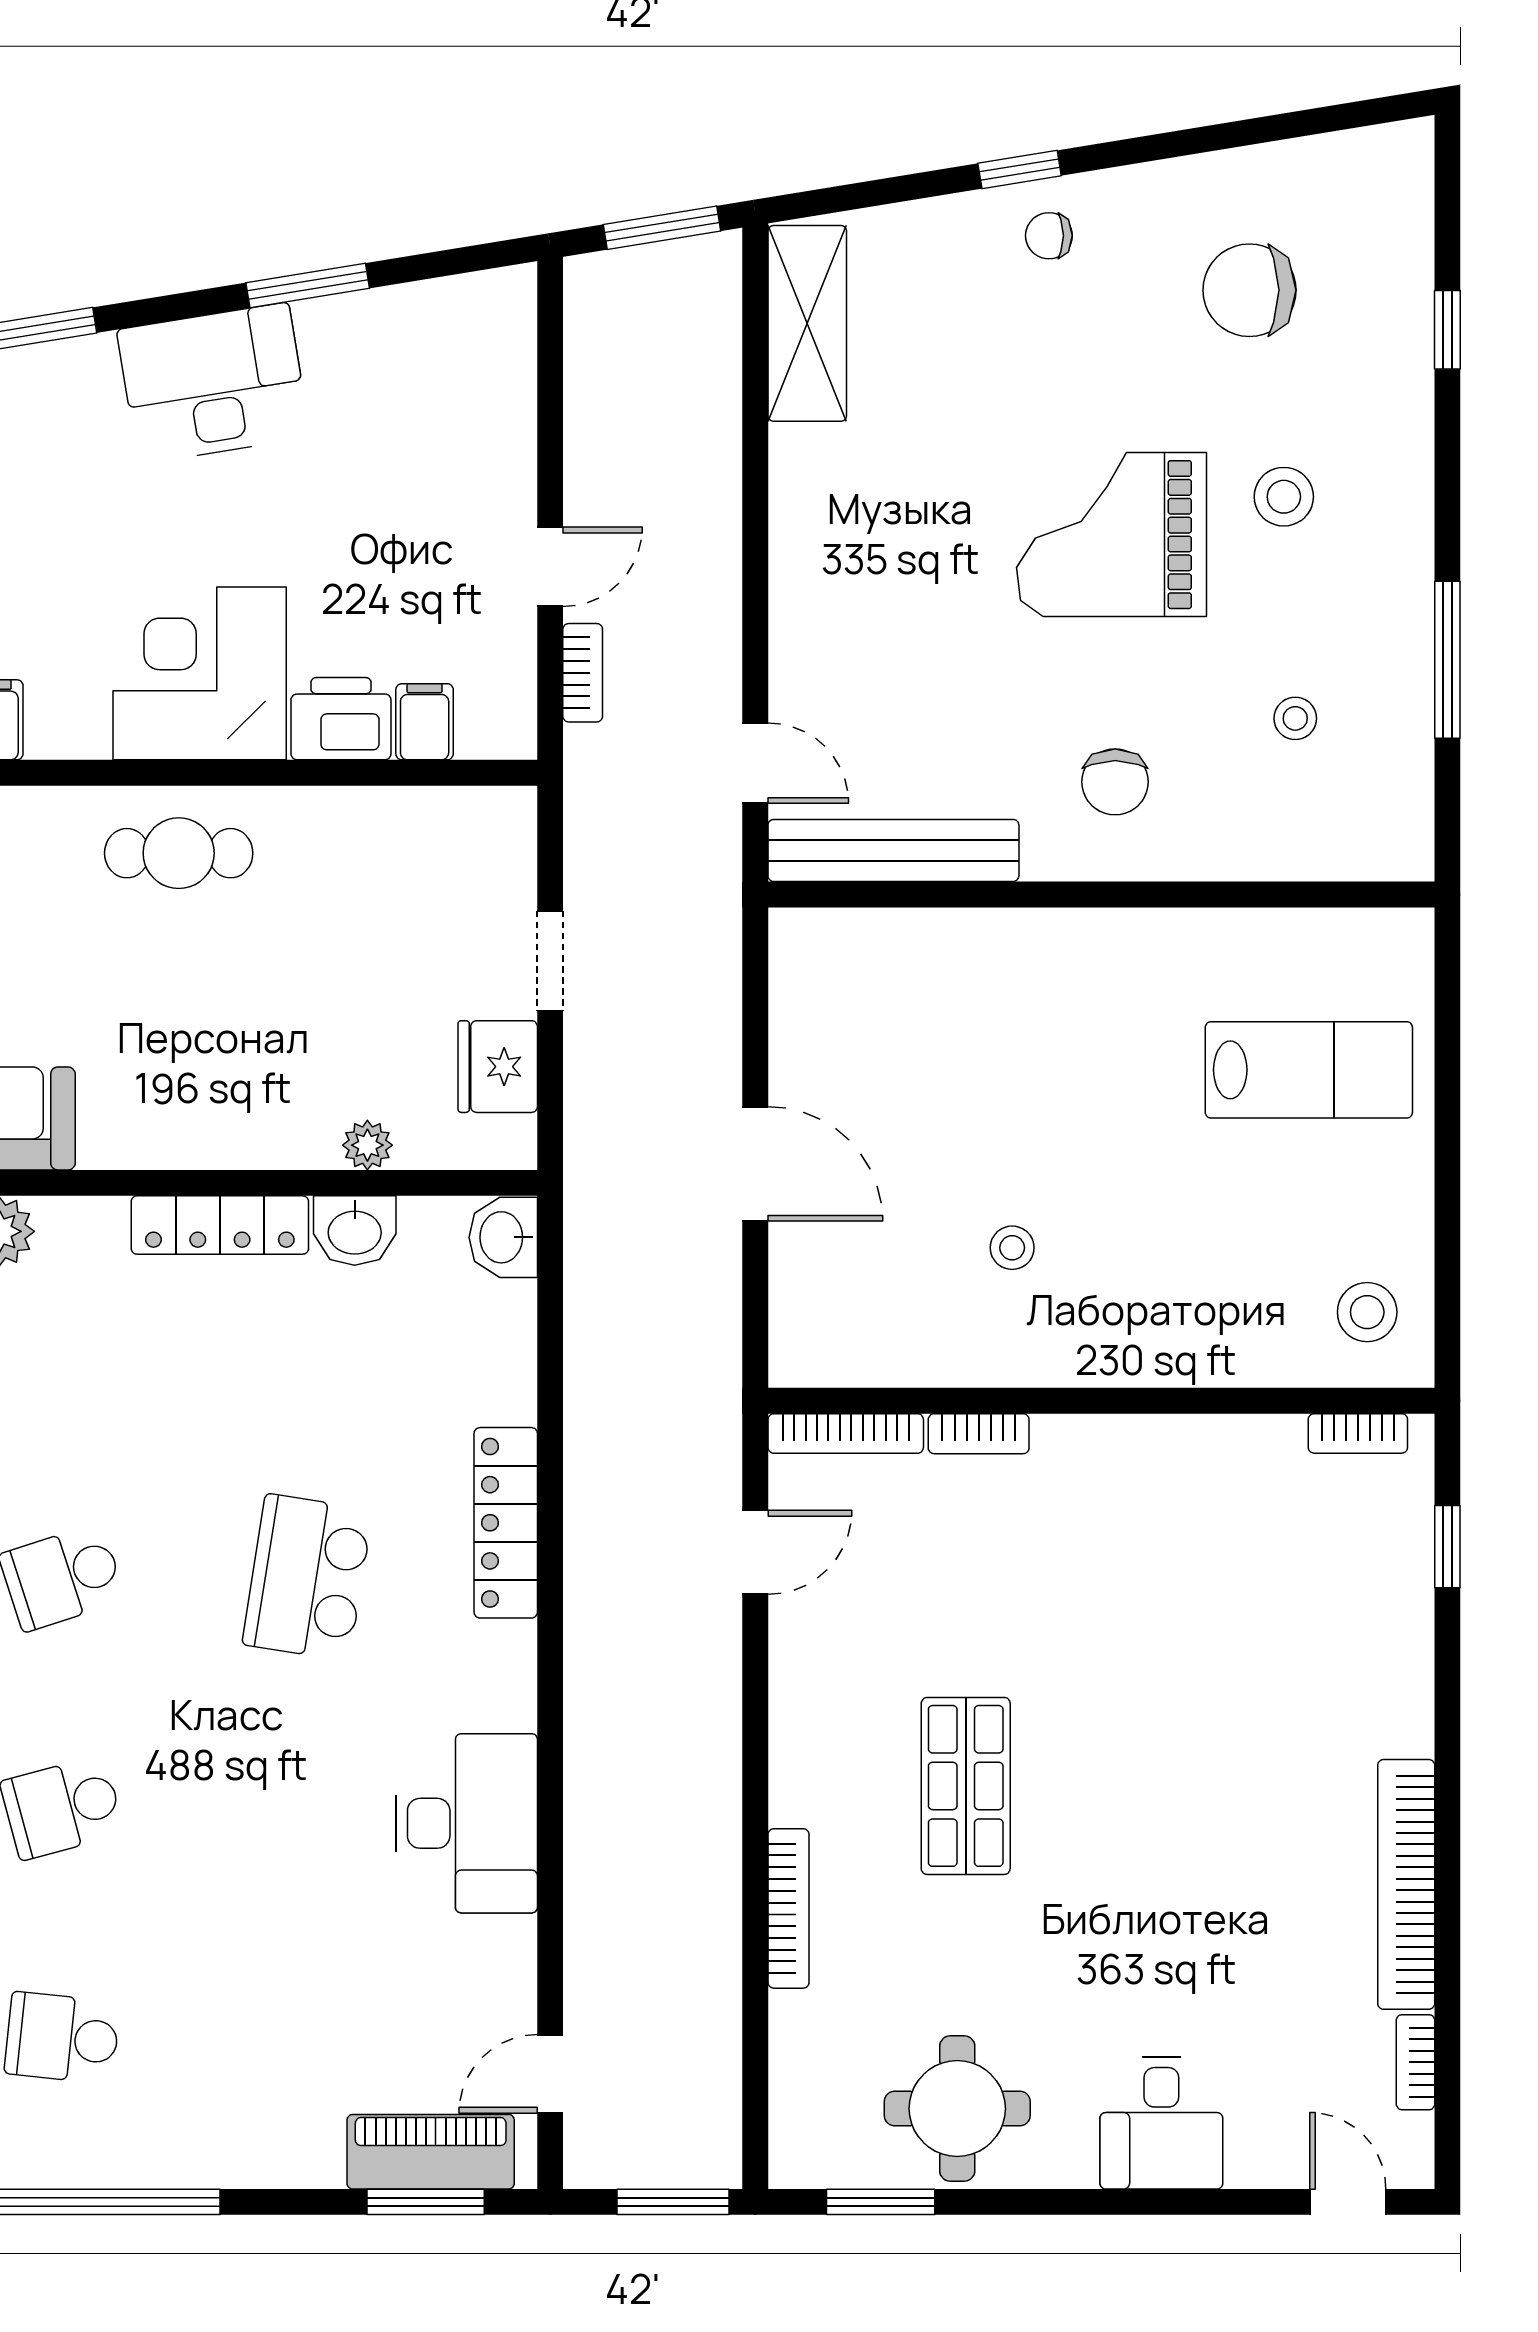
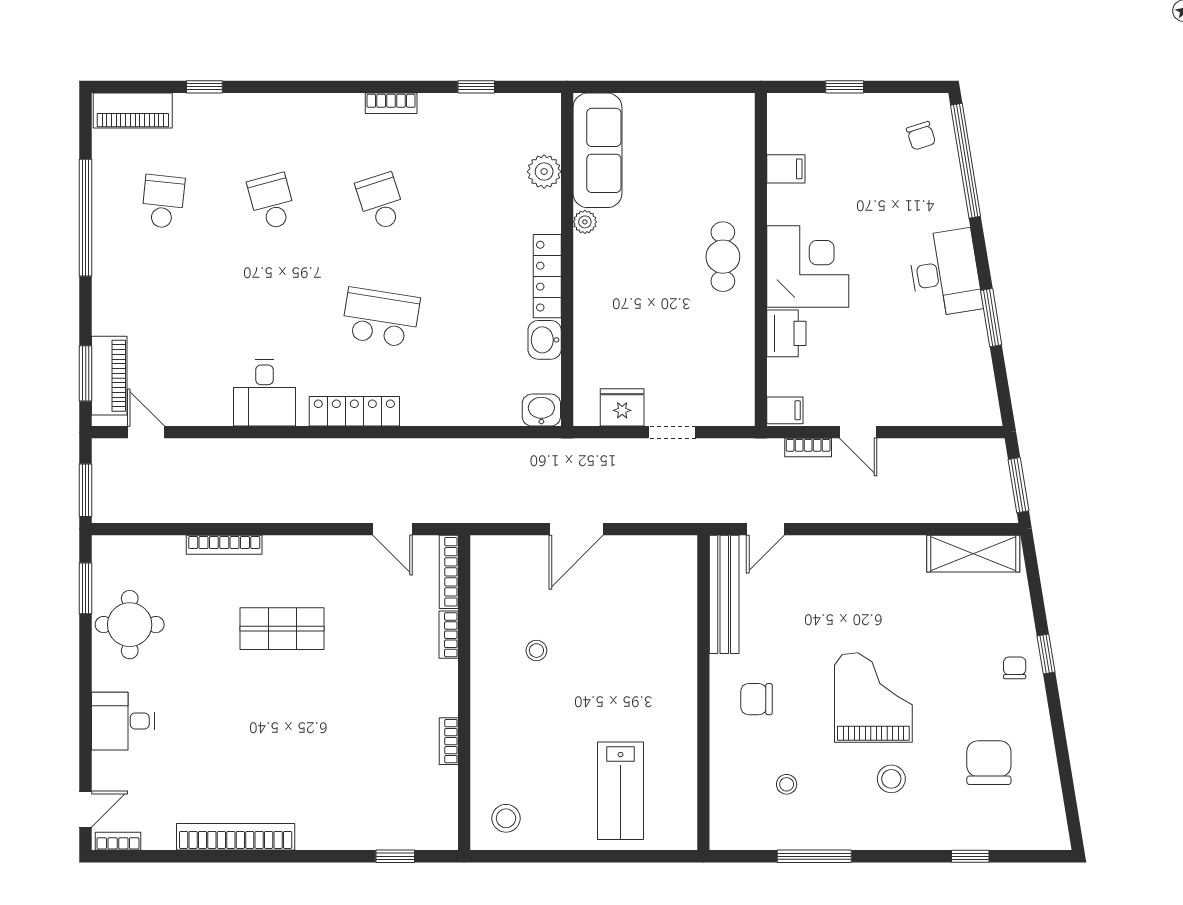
filing cabinet: (425, 722) -> (785, 410), moved
plant: (367, 1145) -> (585, 222), moved
bookcase: (1358, 1433) -> (449, 741), moved
locker: (506, 1523) -> (354, 411), moved
desk: (467, 1823) -> (264, 393), width x0.73
bookcase: (1416, 2062) -> (118, 841), moved

